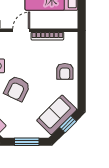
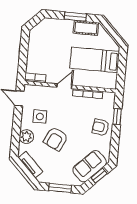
window: (82, 58) -> (117, 117), added
armchair: (65, 71) -> (101, 127), turned 98

